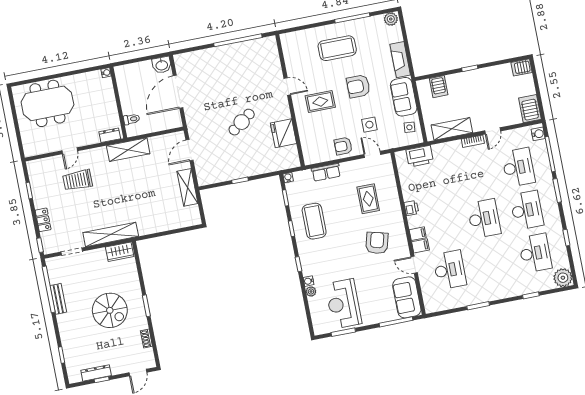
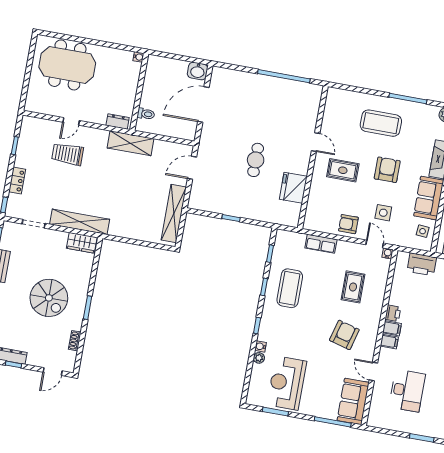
armchair: (358, 86) -> (387, 170), turned 90
cafe table: (242, 122) -> (256, 160), turned -54
water cooler: (288, 178) -> (388, 253), moved
shelving: (187, 187) -> (174, 213), width x1.47
filing cabinet: (420, 246) -> (392, 328), moved

